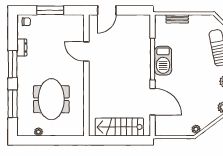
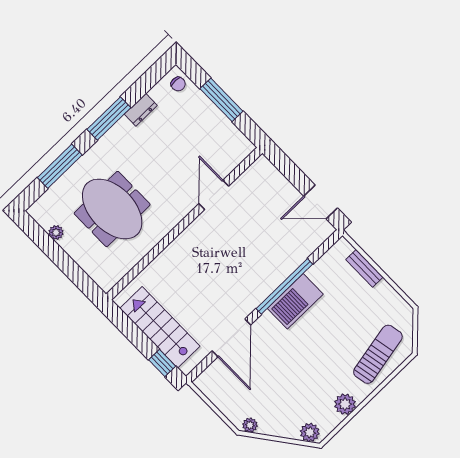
door: (107, 10) -> (321, 202), moved
meeting table: (51, 99) -> (112, 209), turned 90
window: (135, 140) -> (162, 363), added

